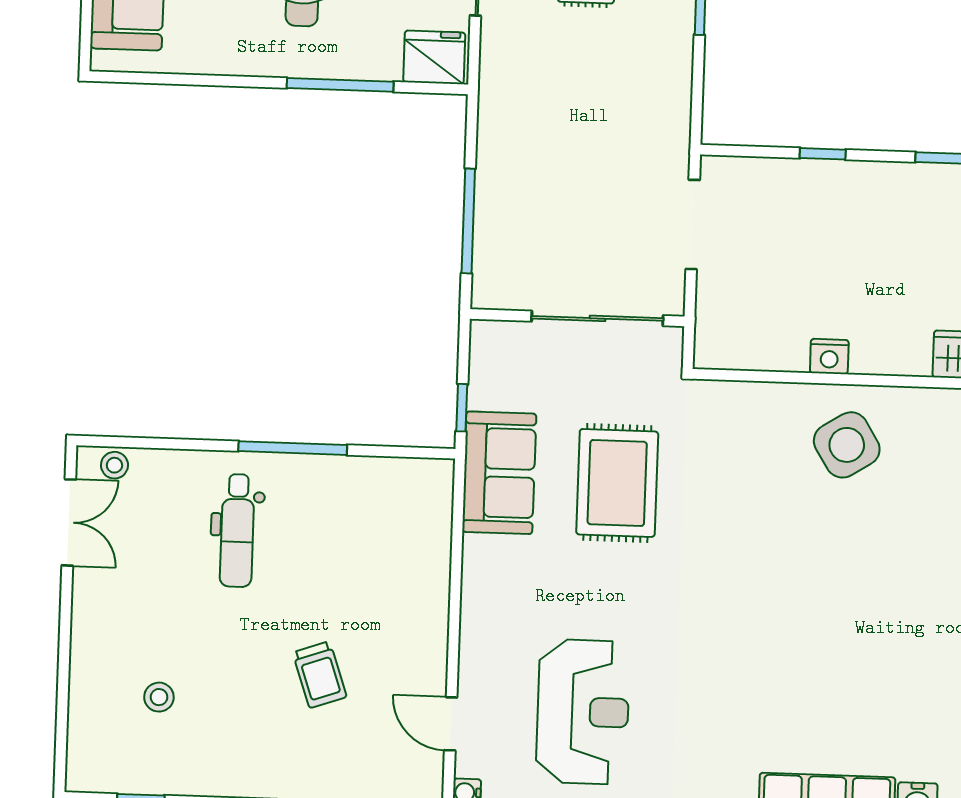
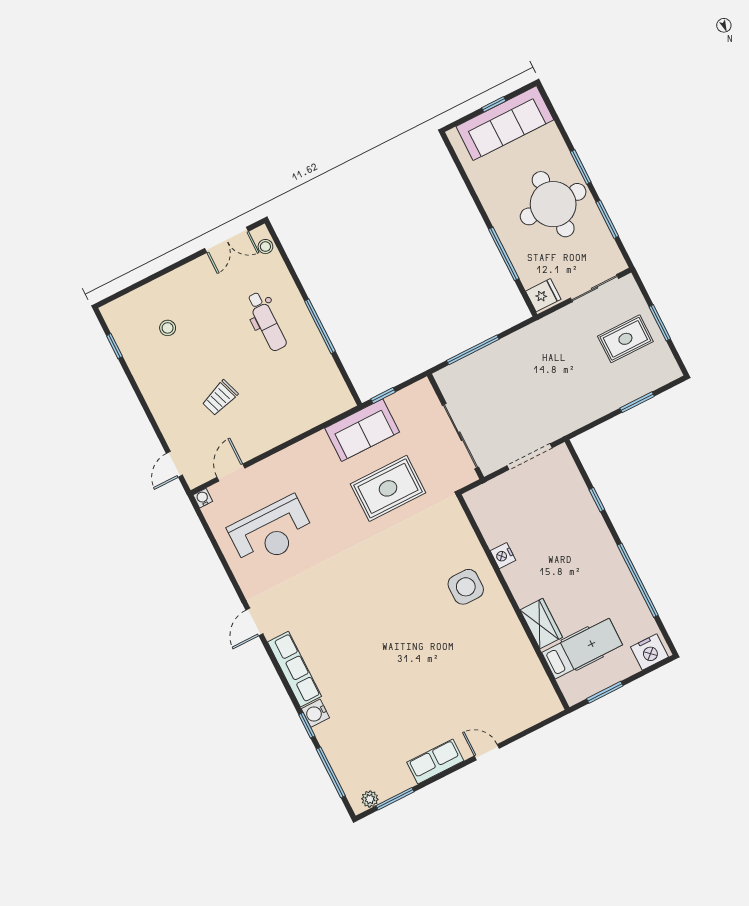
fridge: (434, 57) -> (543, 295), width x0.72
side table: (847, 445) -> (466, 587), turned 32
dental chair: (237, 531) -> (267, 321), turned -90

